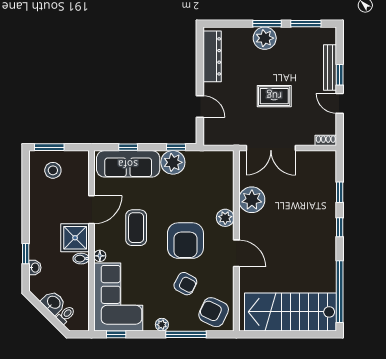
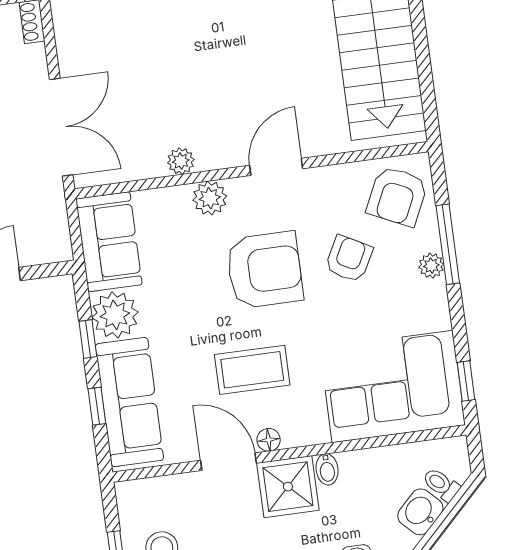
window: (176, 147) -> (88, 339), moved
sofa: (210, 164) -> (109, 242), added
plant: (252, 200) -> (181, 161), width x0.53, depth x0.53
floor lamp: (100, 256) -> (269, 440), moved
plant: (162, 325) -> (431, 266), moved

